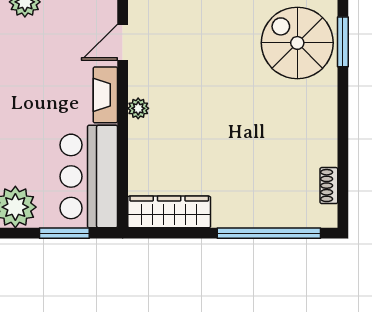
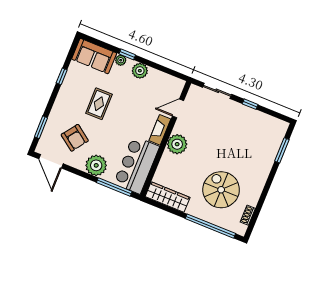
spiral stairs: (297, 43) -> (221, 190), moved
plant: (138, 108) -> (177, 144), width x1.88, depth x1.88
window: (64, 233) -> (114, 187), width x1.44

